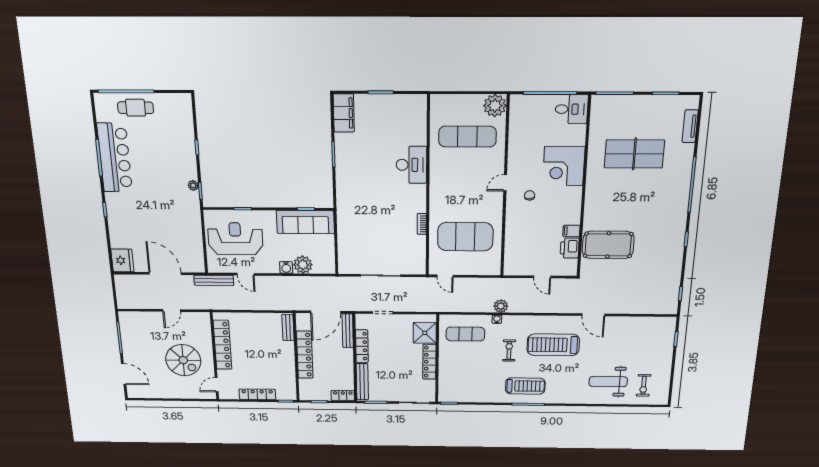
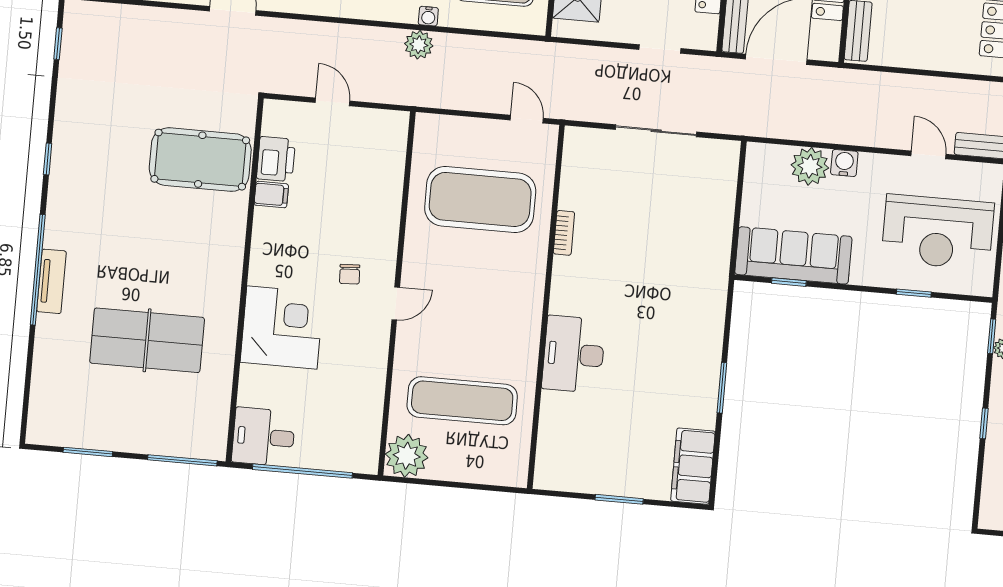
tv unit: (690, 126) -> (52, 281), moved

